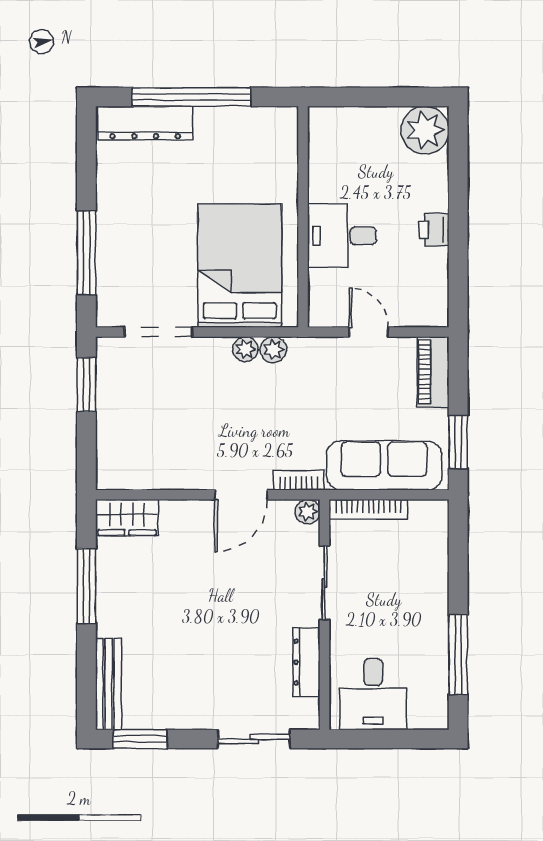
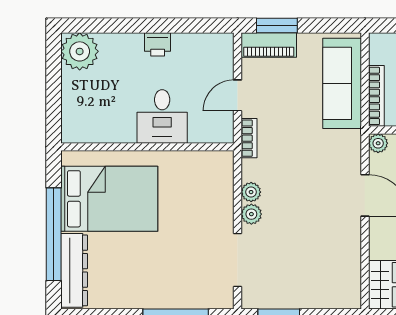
bed: (240, 265) -> (109, 199), moved, turned 180
plant: (273, 350) -> (251, 214), moved
window: (458, 442) -> (277, 26), moved
bookcase: (299, 480) -> (249, 138), moved, turned 180

